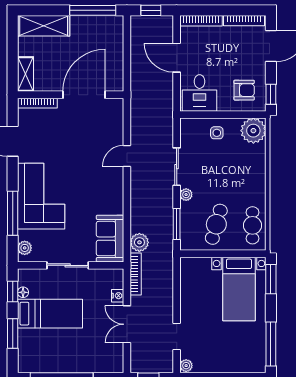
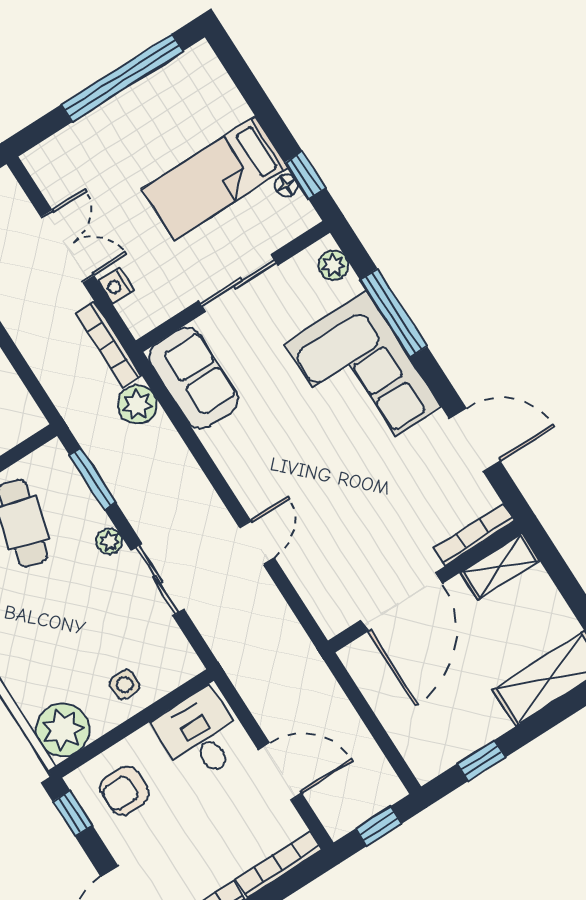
window: (93, 10) -> (481, 761), width x0.46
shelving: (25, 74) -> (500, 567), moved, turned 90
window: (13, 334) -> (258, 101), removed

